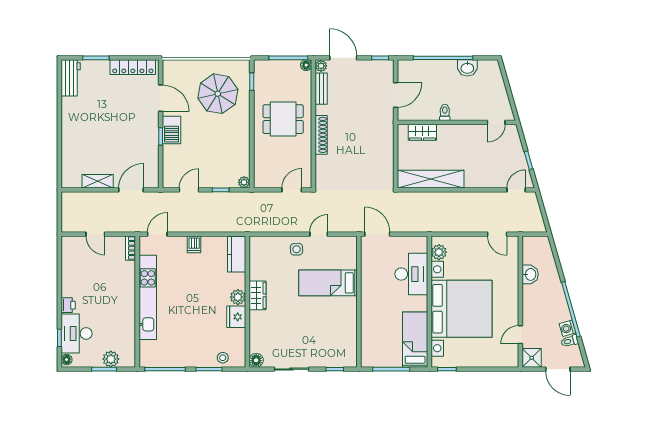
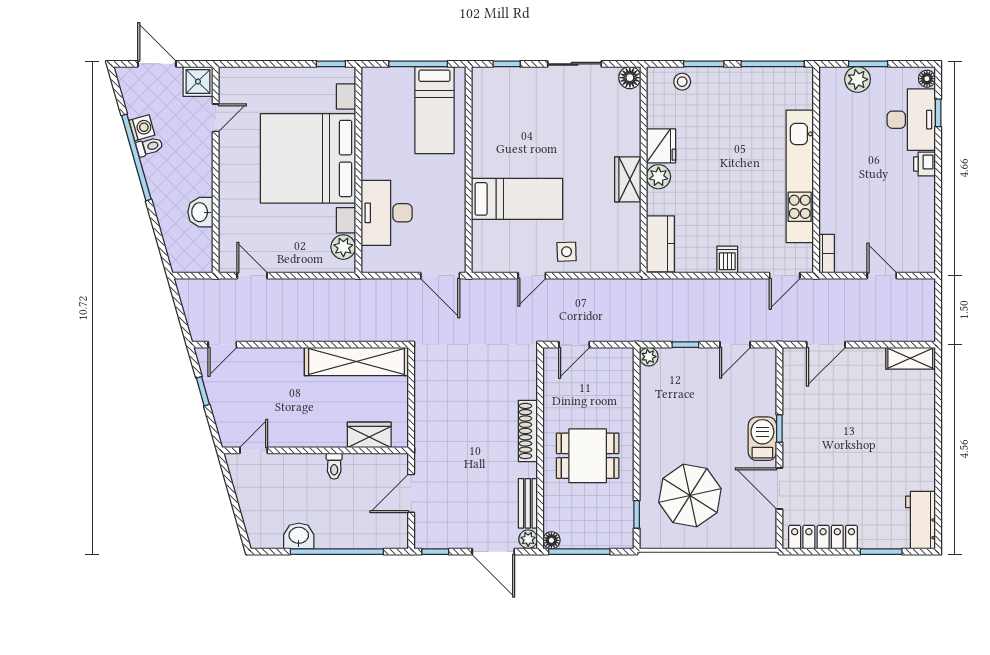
shelving: (98, 181) -> (910, 358), moved
bed: (415, 340) -> (434, 110), moved
toilet: (570, 341) -> (149, 147), moved

